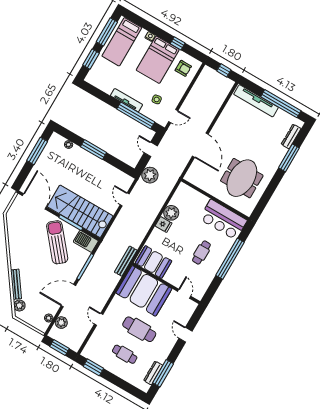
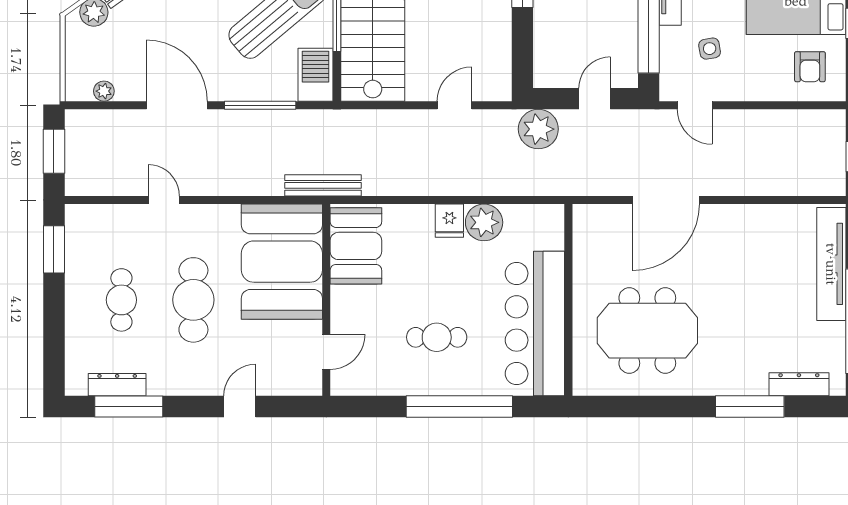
bar counter: (223, 220) -> (535, 323), width x1.36
door: (99, 319) -> (164, 200), hinge flipped
plant: (61, 323) -> (110, 124), removed

